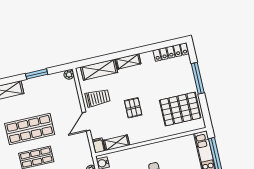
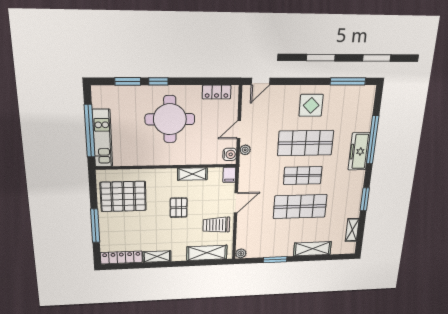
shelving: (128, 61) -> (157, 256), moved
shelving: (116, 143) -> (192, 174), moved

